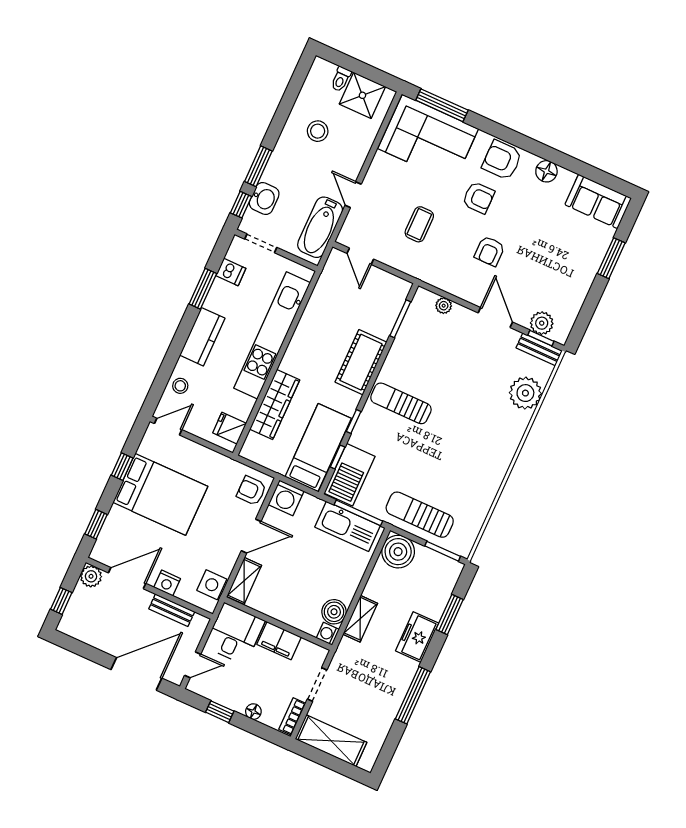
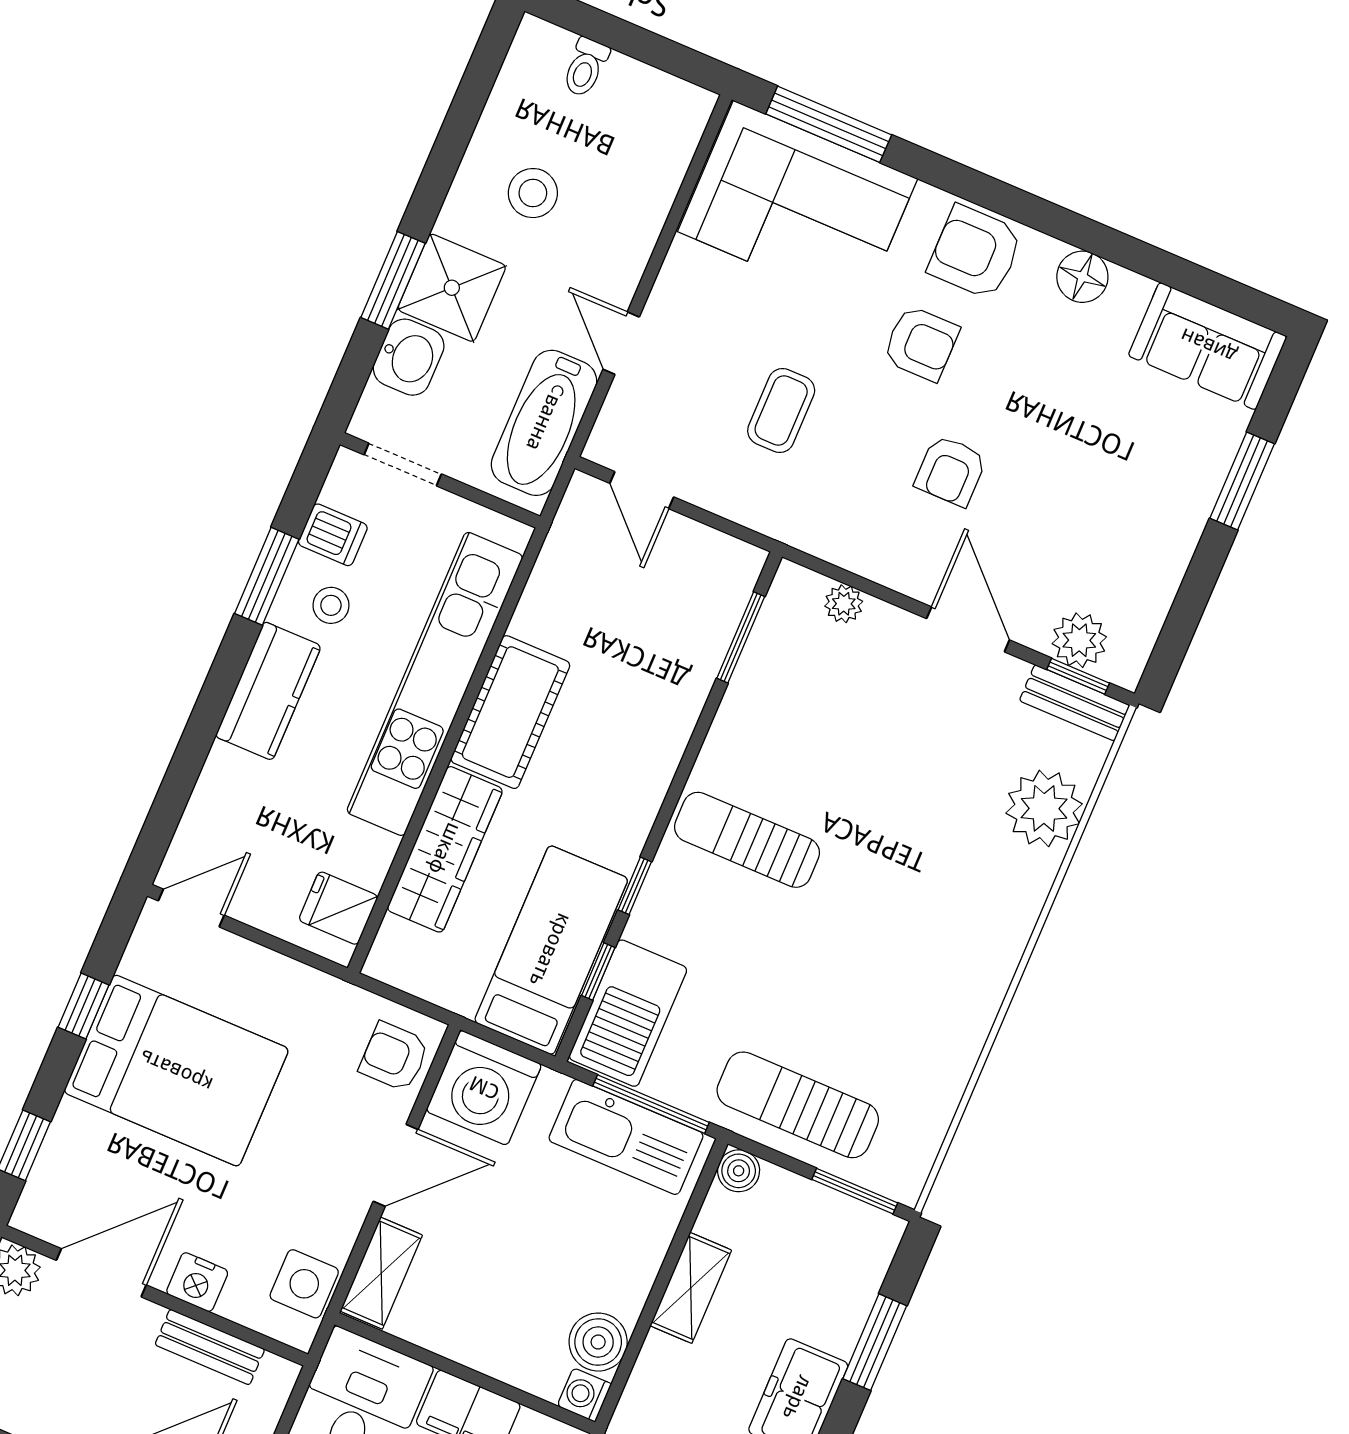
shower: (362, 95) -> (452, 288), moved
window: (241, 205) -> (353, 373), removed
cot: (361, 362) -> (510, 712), moved
stool: (180, 386) -> (331, 605), moved
washing machine: (286, 498) -> (484, 1088), width x1.37, depth x1.37
boiler: (398, 552) -> (739, 1171), width x0.54, depth x0.54
shelving: (360, 619) -> (691, 1288), moved

